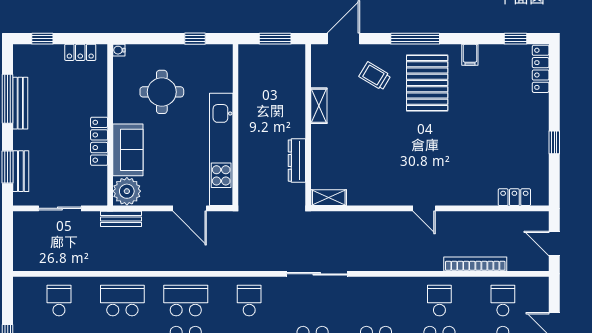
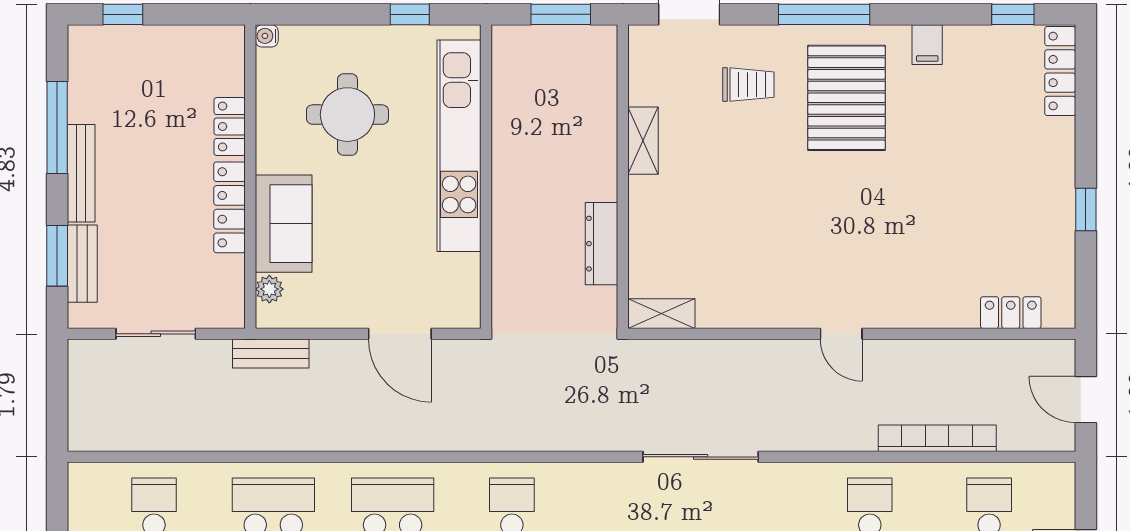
locker: (80, 52) -> (230, 127), moved, turned 90
trolley: (375, 76) -> (748, 85), turned 149
bench: (20, 103) -> (81, 173), moved
kitchen unit: (221, 149) -> (459, 146), moved
plant: (127, 191) -> (269, 289), width x0.53, depth x0.53
sliding door: (317, 274) -> (701, 457), moved

